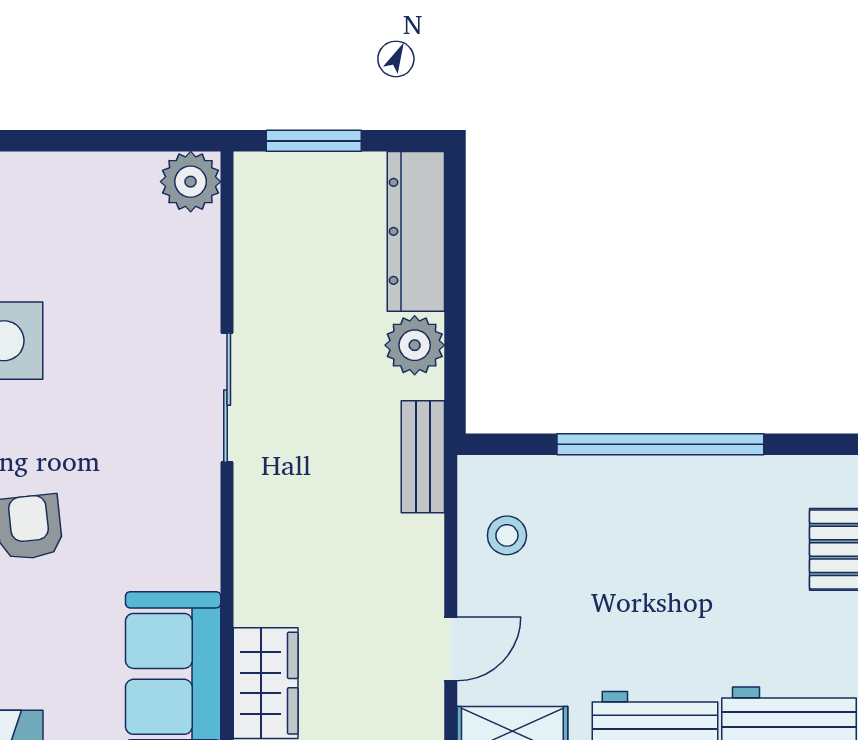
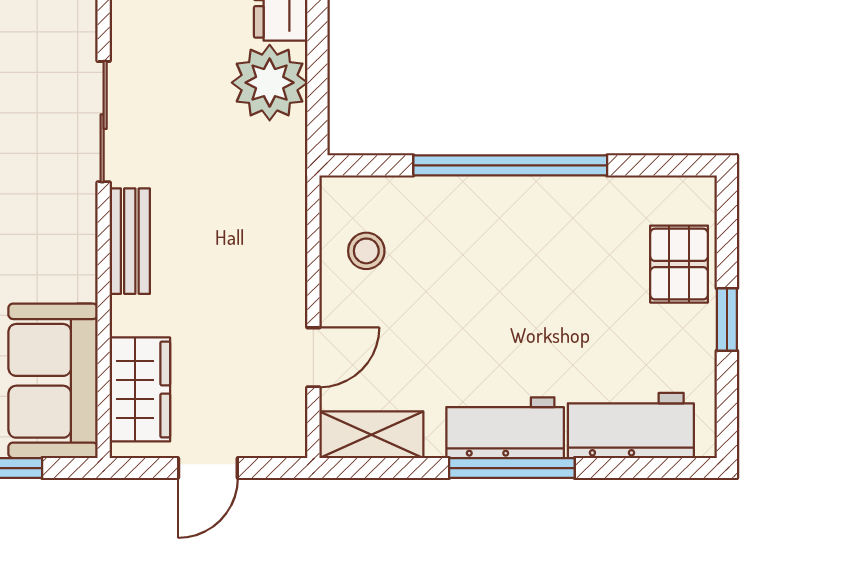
plant: (415, 345) -> (270, 83), width x1.36, depth x1.36
bench: (423, 457) -> (130, 241), moved

